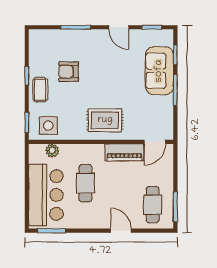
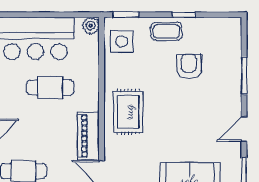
plant: (52, 151) -> (91, 26), moved

